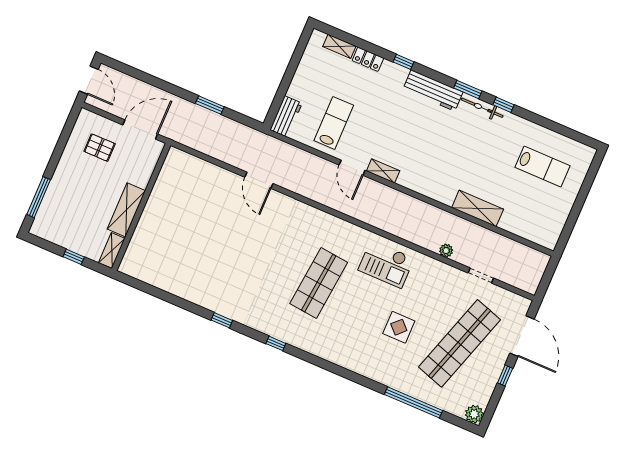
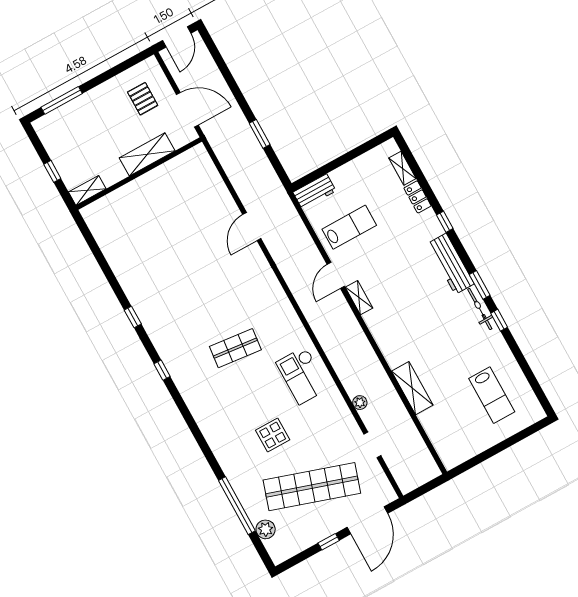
shelving: (126, 210) -> (147, 154), moved
shop shelf: (319, 283) -> (235, 348), width x0.70, depth x0.74
plant: (474, 414) -> (266, 529), moved

